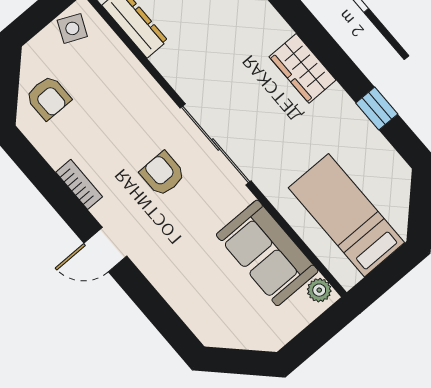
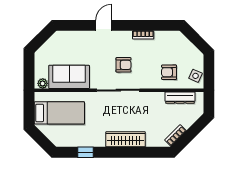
wardrobe: (303, 68) -> (126, 139), width x1.50
armchair: (48, 98) -> (169, 72), moved
door: (105, 250) -> (104, 25), moved

